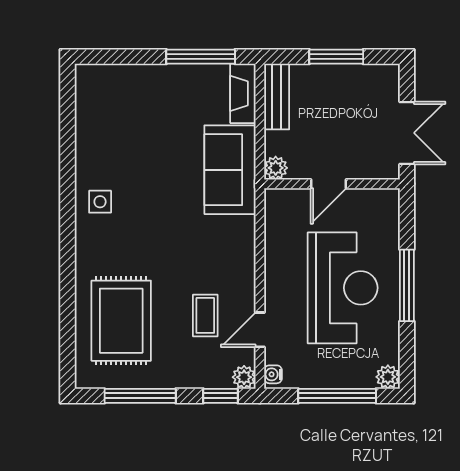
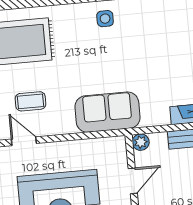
sofa: (230, 170) -> (107, 112), moved
door: (328, 184) -> (133, 181), swing flipped

